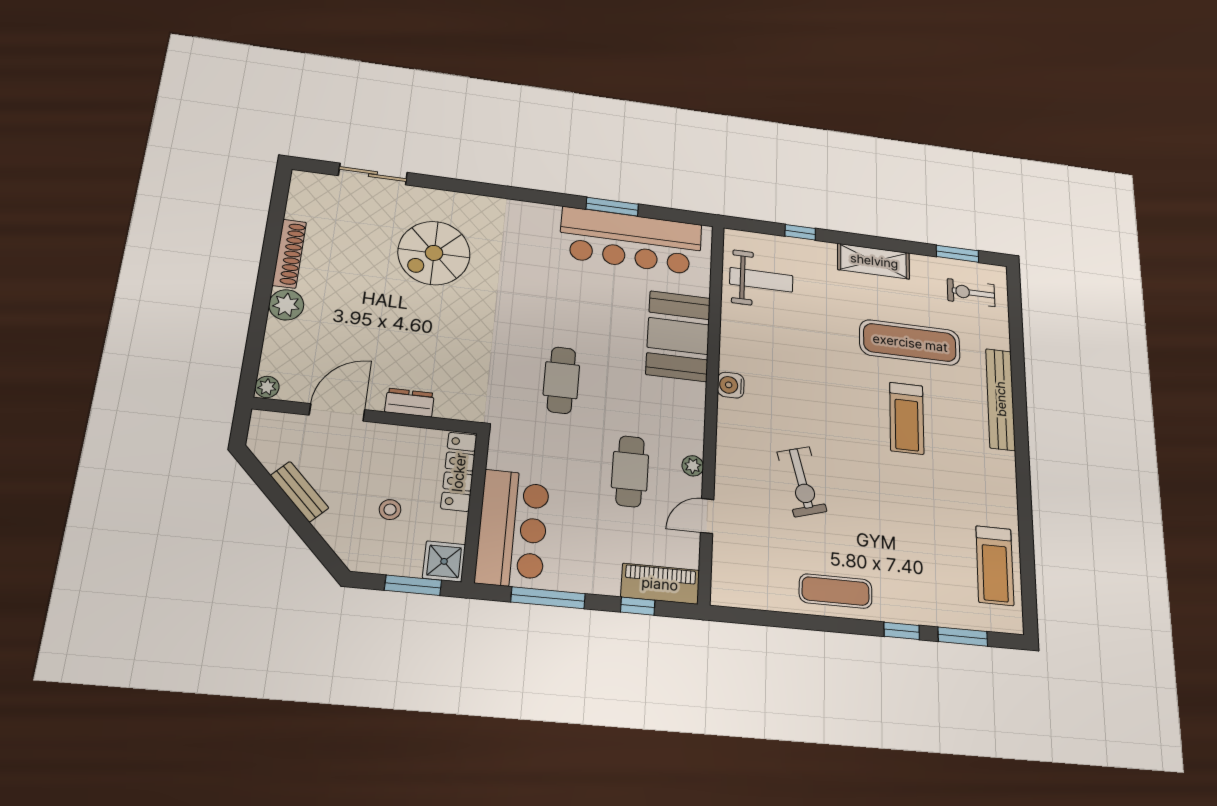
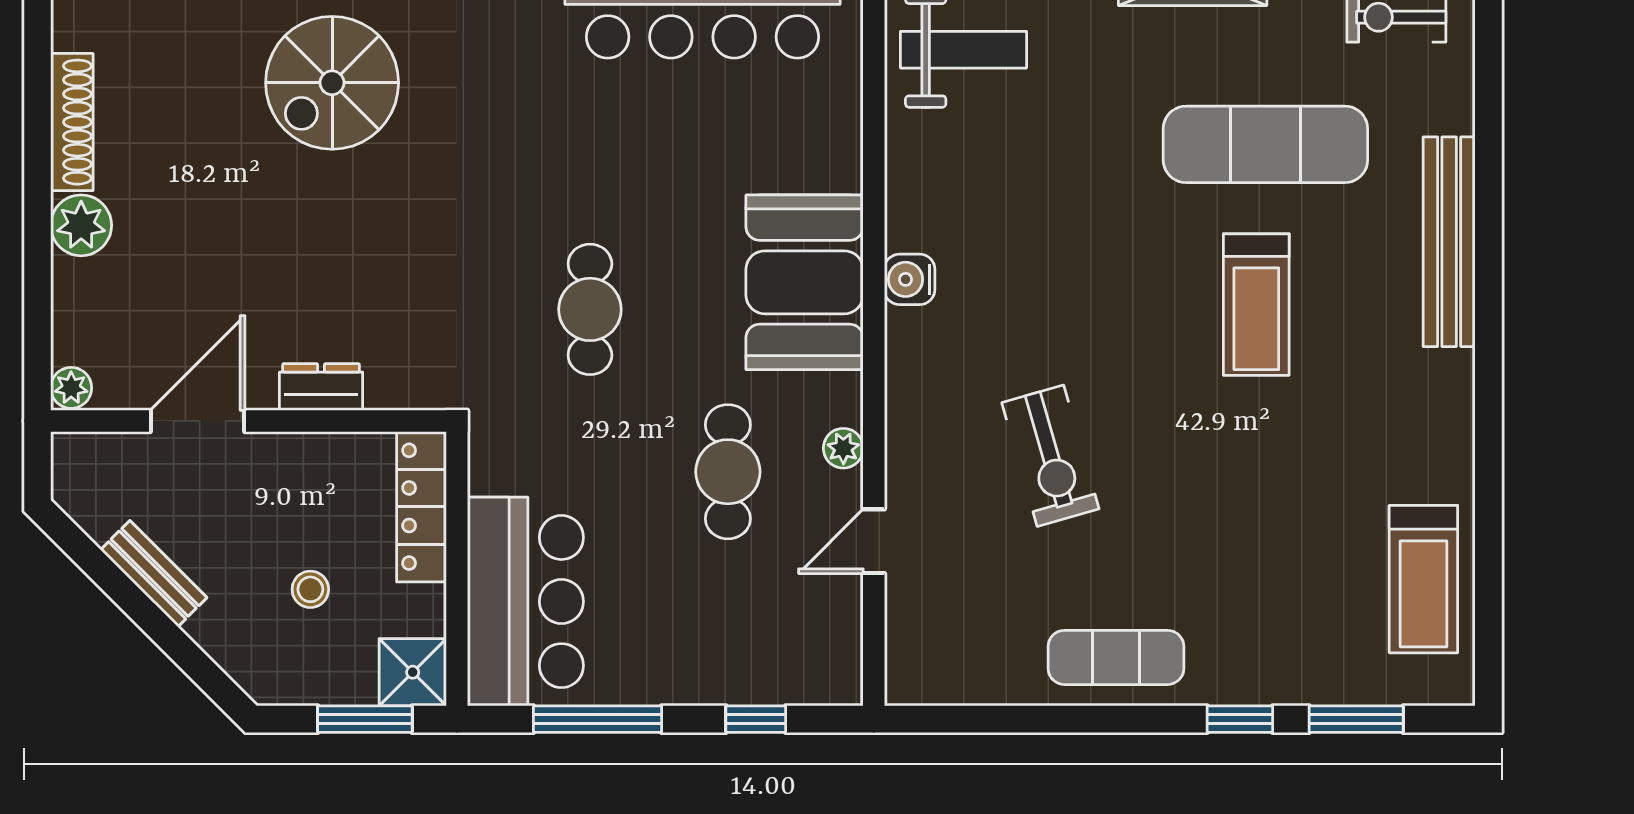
booth: (678, 336) -> (805, 282), moved
piano: (660, 584) -> (794, 675), removed

